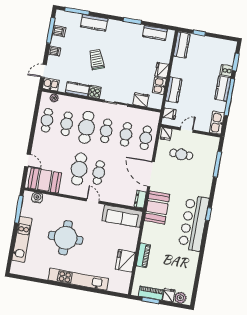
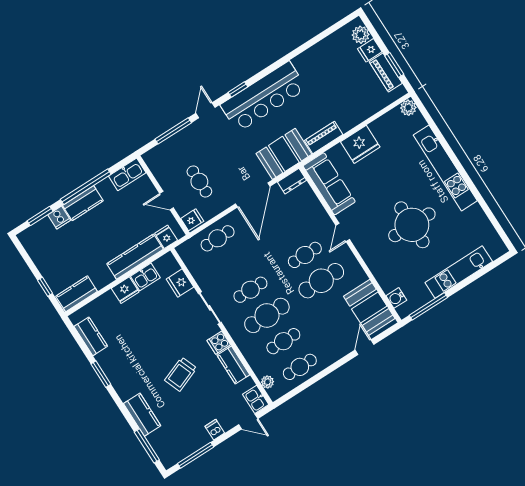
dishwasher: (59, 31) -> (188, 445), removed
kitchen counter: (174, 90) -> (135, 257), width x1.50
cafe table: (126, 134) -> (234, 264), removed
door: (213, 189) -> (205, 110), added
piano: (143, 255) -> (324, 138), moved
fridge: (125, 261) -> (360, 144), moved
plant: (124, 288) -> (408, 108), added

